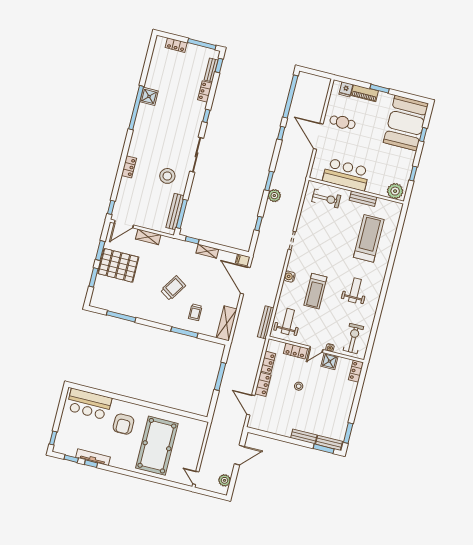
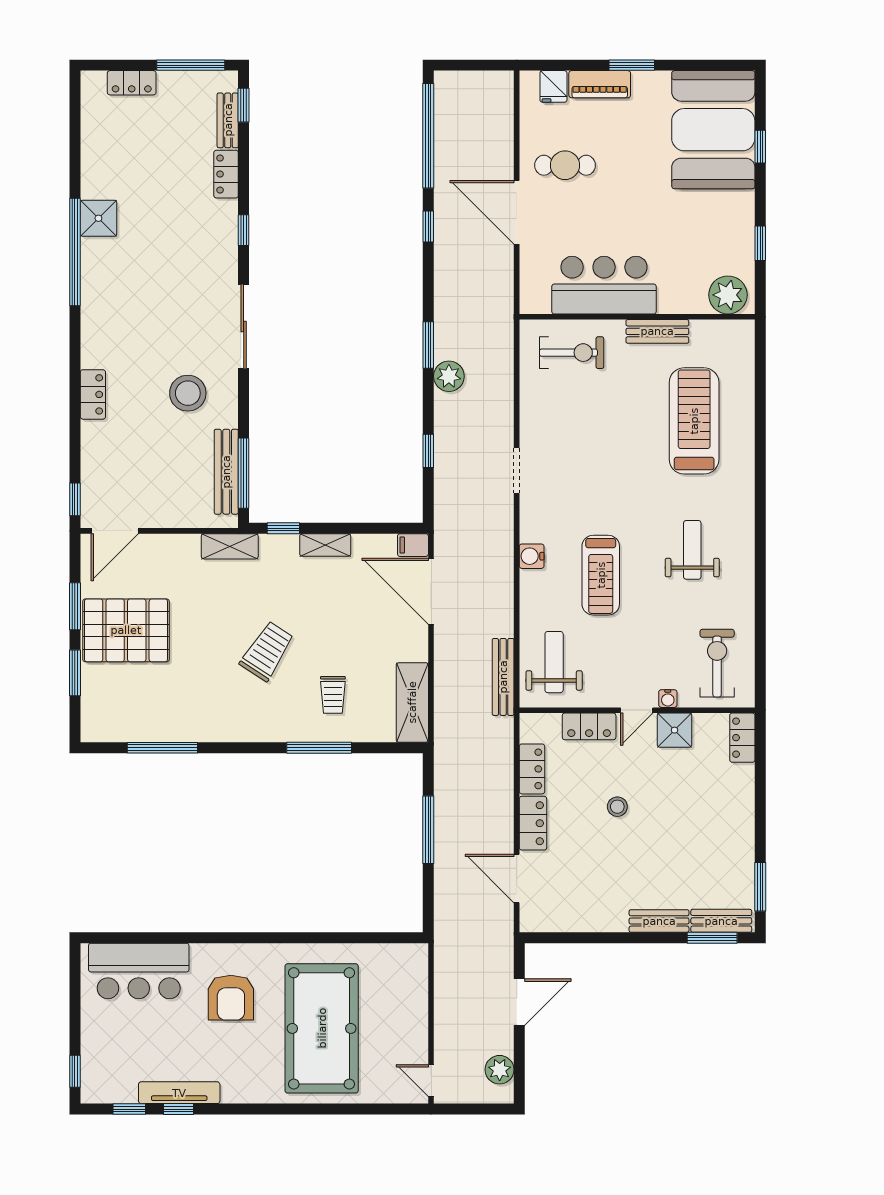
shelving: (148, 237) -> (230, 546), moved

